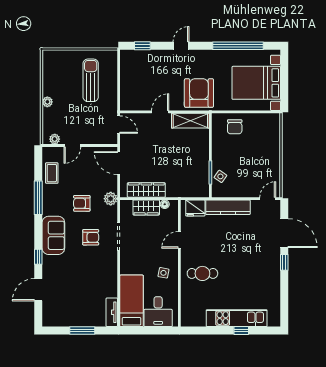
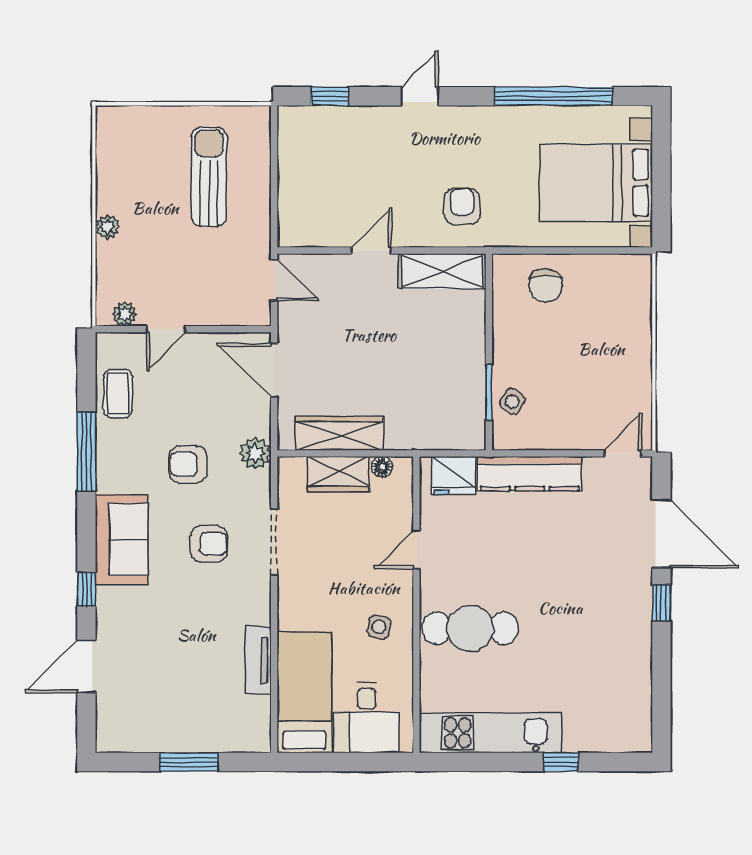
armchair: (199, 93) -> (462, 206), width x0.53, depth x0.53
cafe table: (202, 273) -> (470, 628), width x1.37, depth x1.35
tv unit: (112, 312) -> (258, 660), moved
kitchen unit: (237, 318) -> (490, 733), moved

